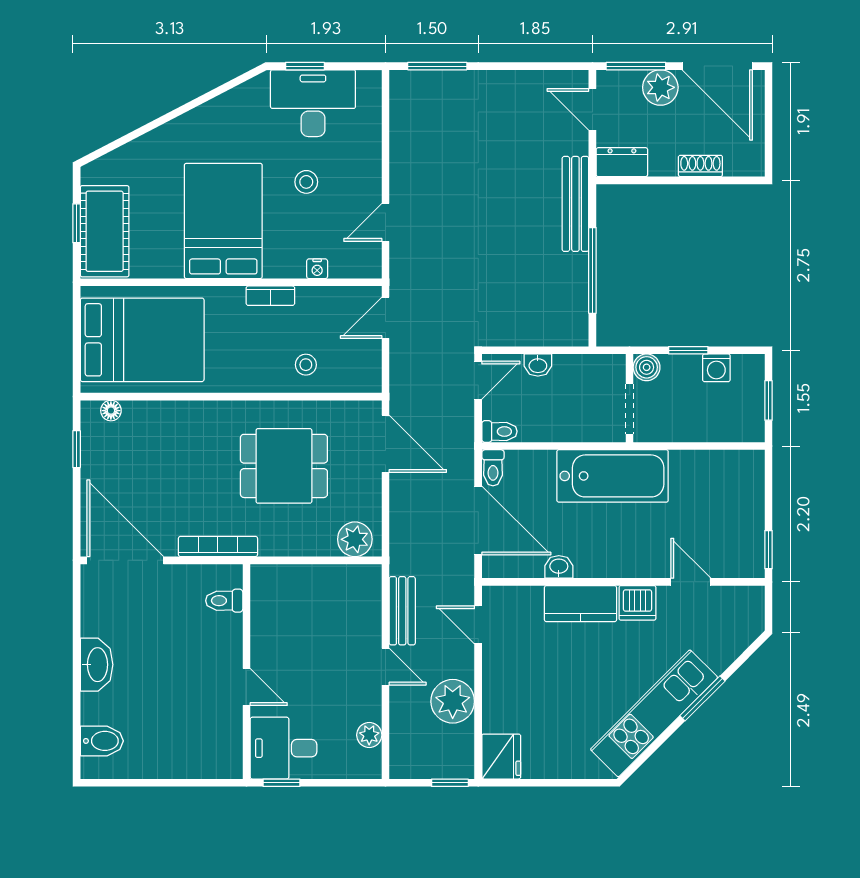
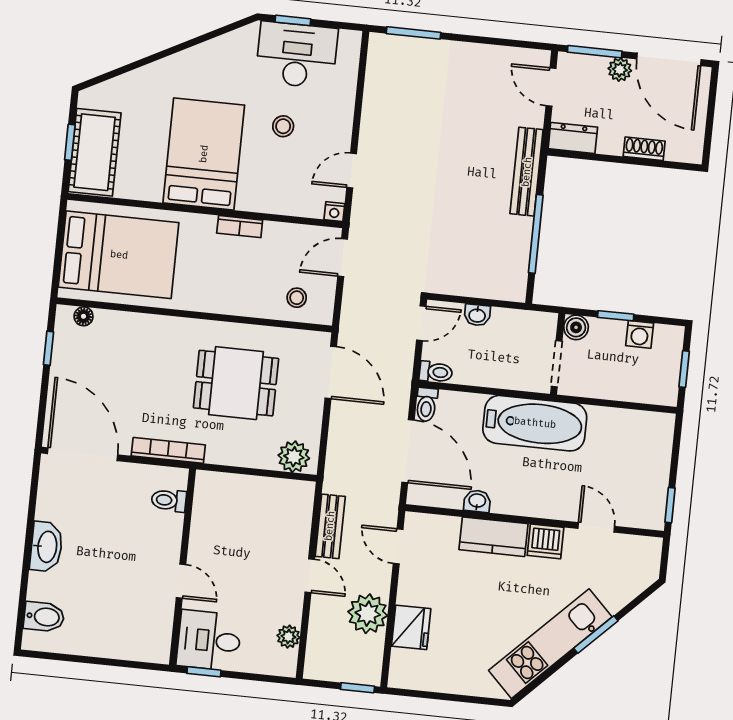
plant: (660, 87) -> (620, 70), width x0.73, depth x0.73
nightstand: (317, 269) -> (334, 212), moved
stool: (306, 365) -> (297, 298), moved
fridge: (501, 757) -> (411, 627), moved

